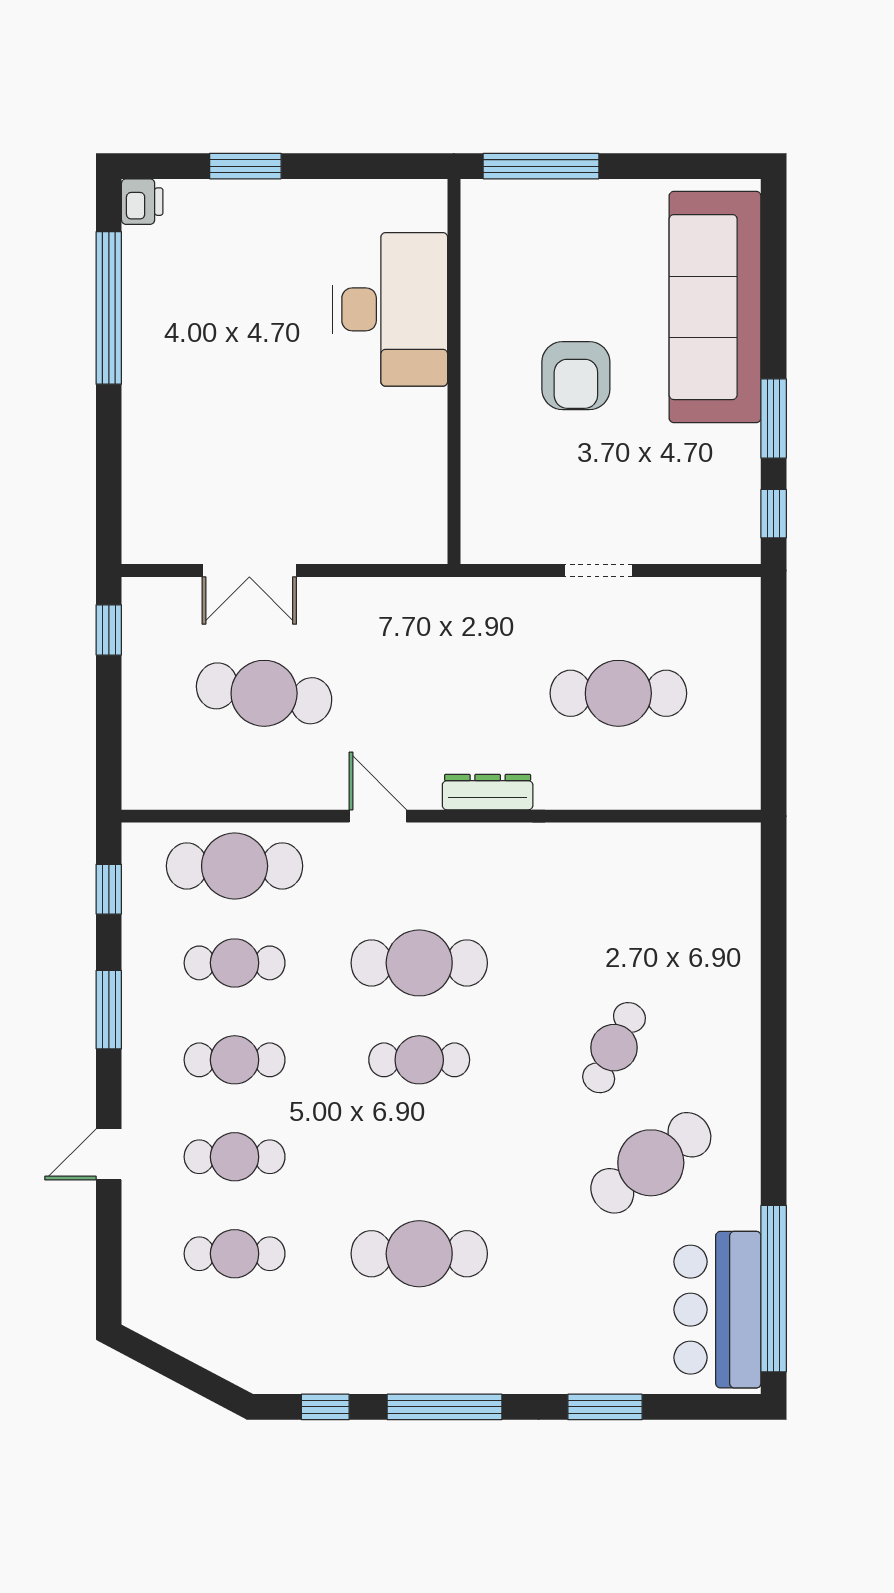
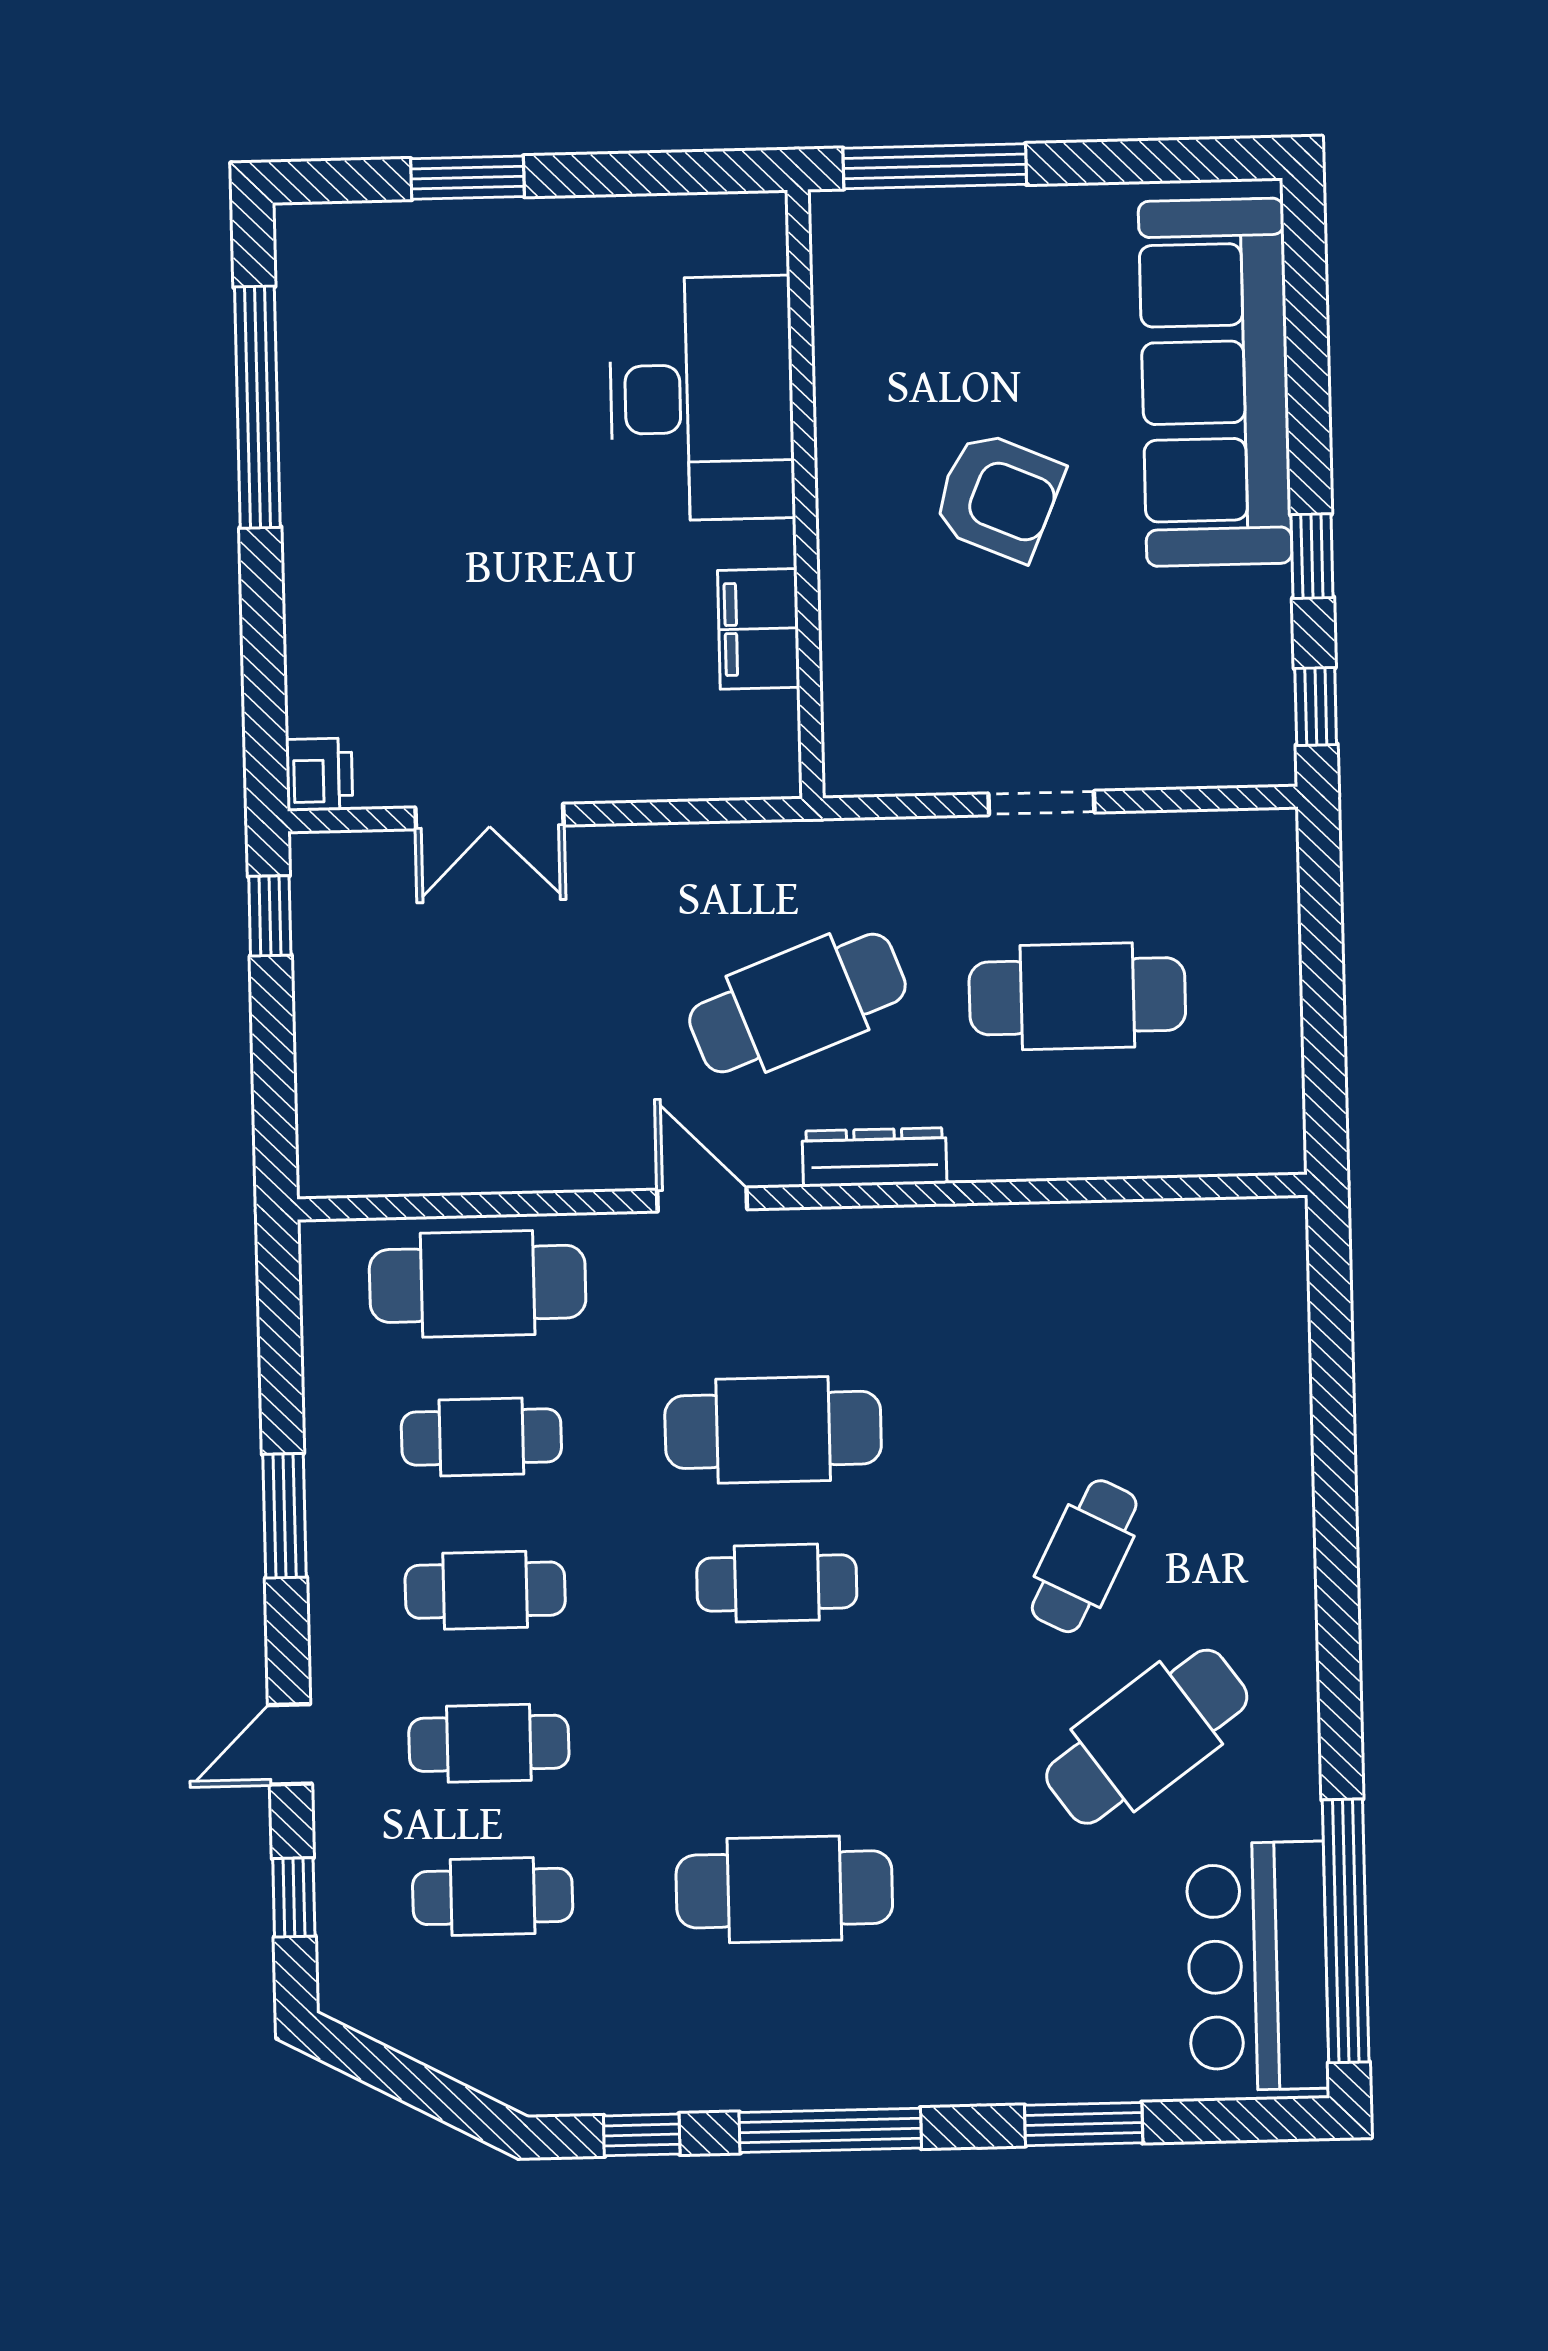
printer: (142, 202) -> (319, 775), moved
armchair: (576, 376) -> (998, 496), turned -67
window: (774, 419) -> (1312, 556), width x0.67
filing cabinet: (422, 456) -> (759, 629), added
cafe table: (264, 693) -> (797, 1003), moved, turned -30
window: (109, 889) -> (294, 1897), moved

